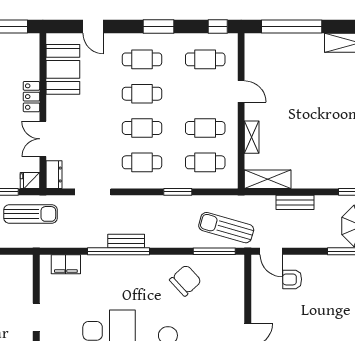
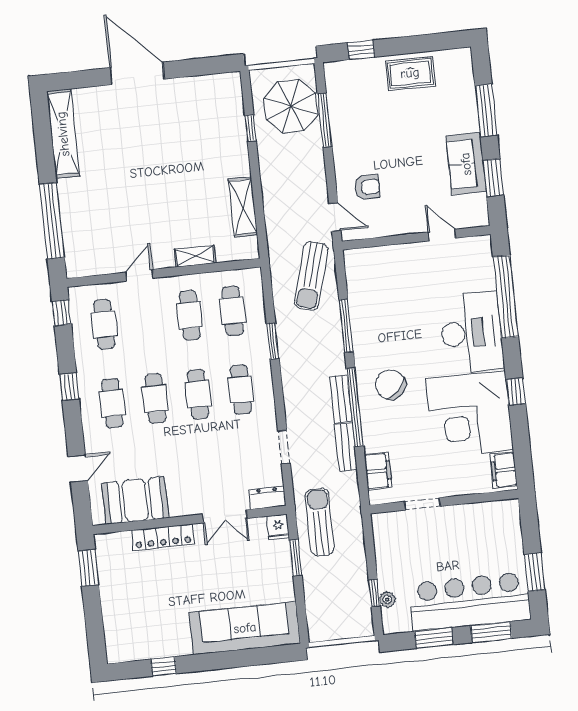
window: (159, 27) -> (69, 387), width x0.67
locker: (31, 97) -> (163, 537), width x1.53
shelving: (268, 179) -> (243, 207), moved
doorway: (93, 192) -> (284, 447), width x0.73
bench: (295, 202) -> (346, 447), moved
window: (214, 251) -> (346, 326), moved
door: (271, 251) -> (335, 217), hinge flipped
armchair: (292, 279) -> (367, 187), turned -90
chair: (185, 280) -> (390, 385), moved
doorway: (36, 317) -> (422, 504), moved

